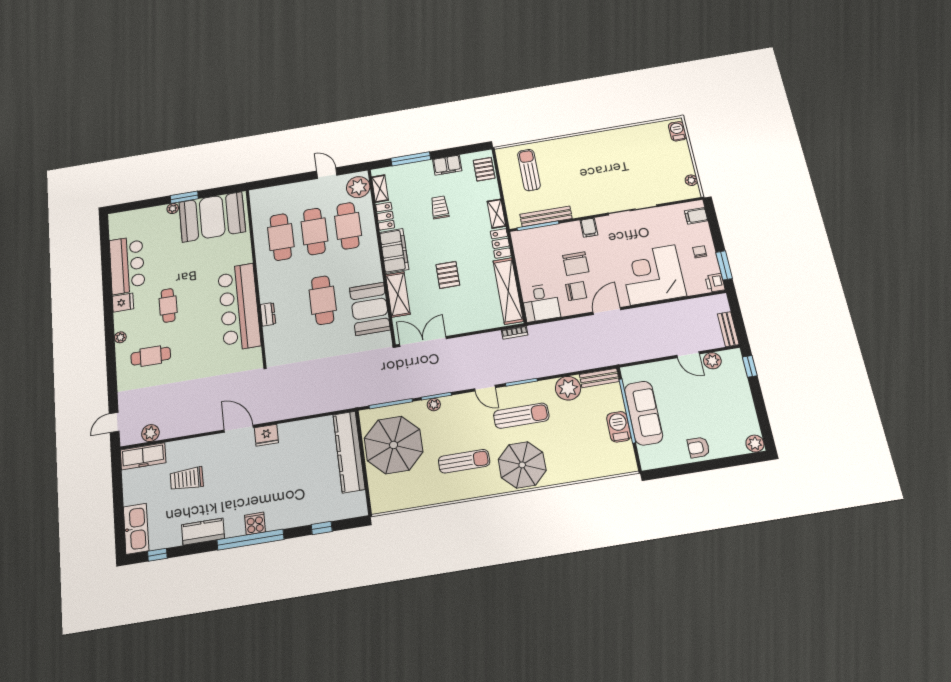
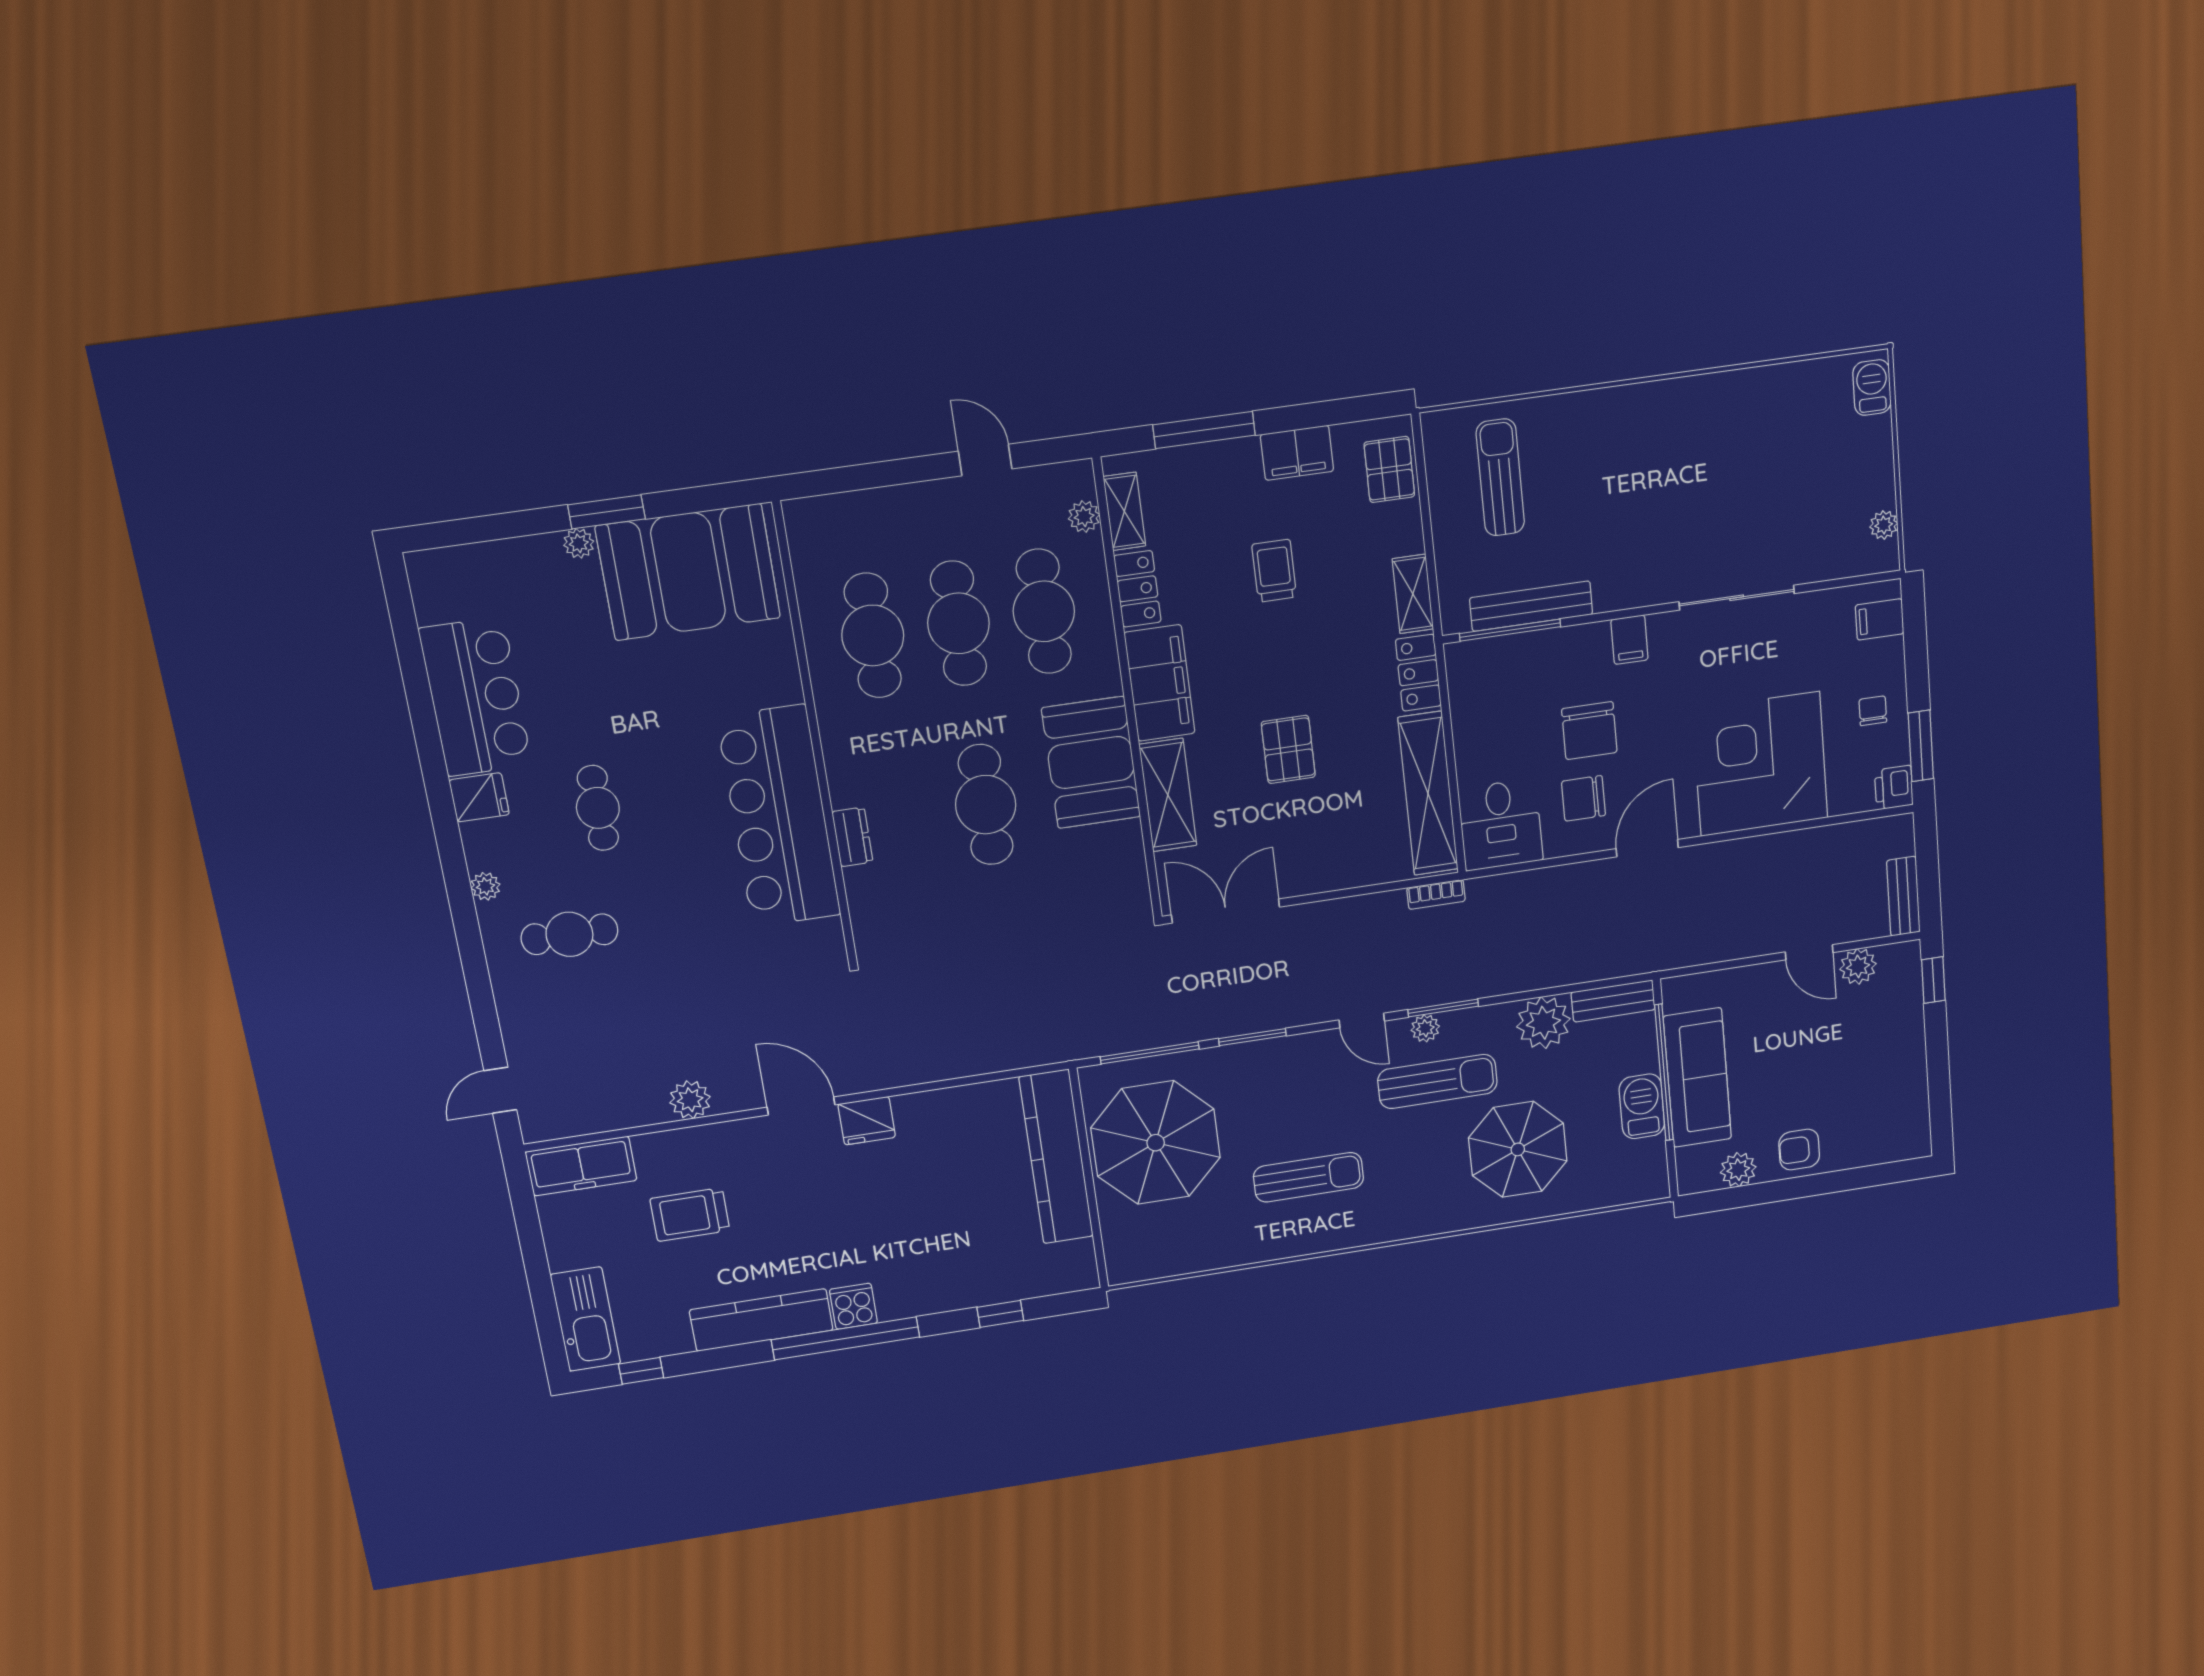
plant: (358, 187) -> (1084, 517), width x0.53, depth x0.53
chair: (576, 291) -> (1583, 798), turned 180
booth: (370, 309) -> (1091, 763), moved
plant: (434, 405) -> (1425, 1028), moved
plant: (150, 433) -> (690, 1100), moved
plant: (755, 444) -> (1738, 1170), moved
parasol: (522, 465) -> (1518, 1149), moved
kitchen counter: (203, 532) -> (761, 1320), width x1.50

